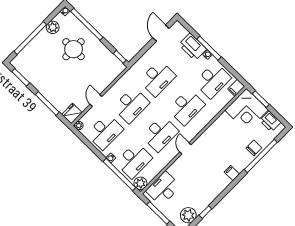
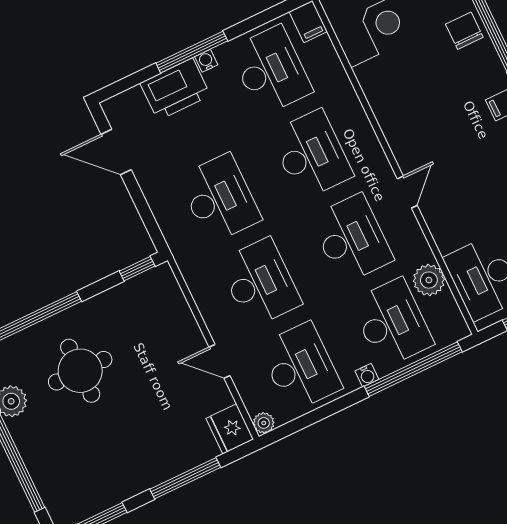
door: (185, 148) -> (407, 192), swing flipped
plant: (140, 183) -> (429, 280), moved

